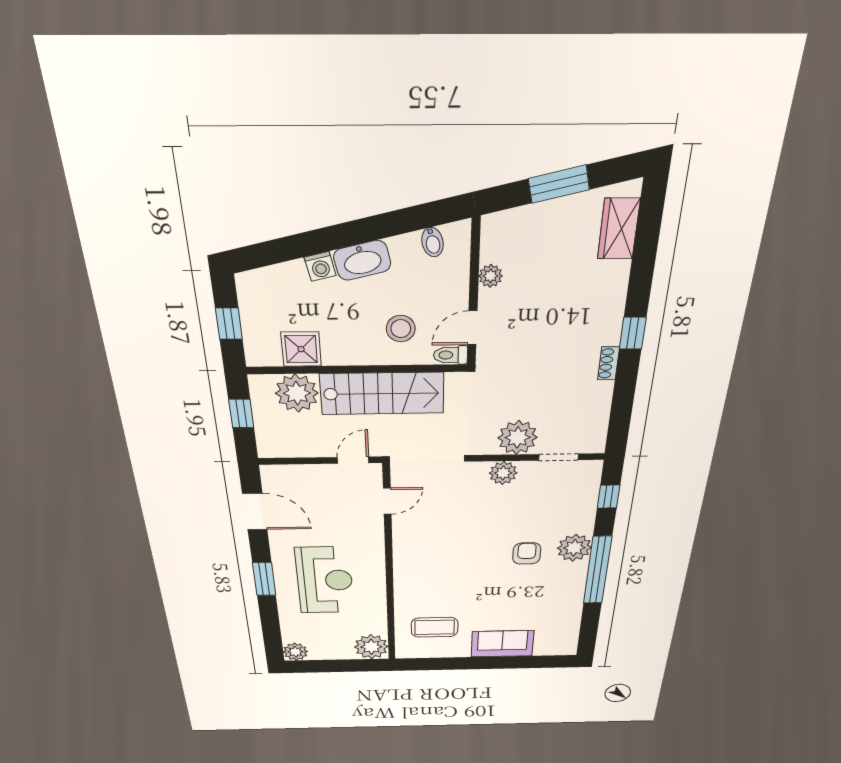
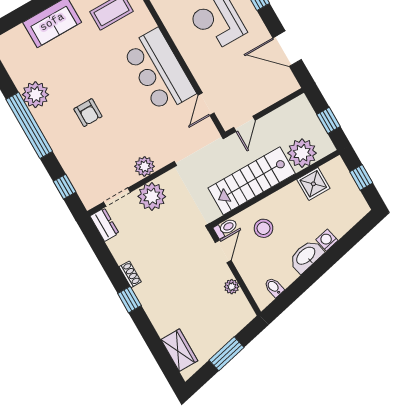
dresser: (595, 436) -> (104, 225), added
plant: (574, 548) -> (35, 95), moved
bar counter: (420, 556) -> (159, 71), added

